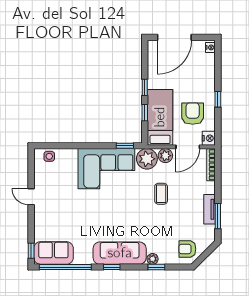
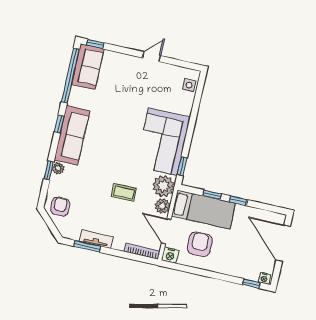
window: (218, 99) -> (251, 284), moved
armchair: (193, 114) -> (200, 244), turned -90

